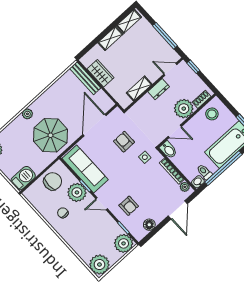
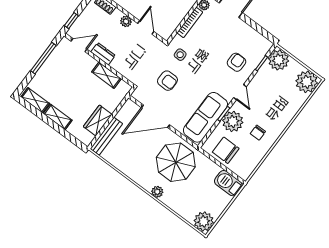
door: (170, 69) -> (79, 45), swing flipped
plant: (184, 109) -> (126, 21), width x0.53, depth x0.53
armchair: (124, 142) -> (167, 81), turned -89
bidet: (168, 150) -> (167, 30), removed
floor lamp: (149, 225) -> (253, 36), removed

